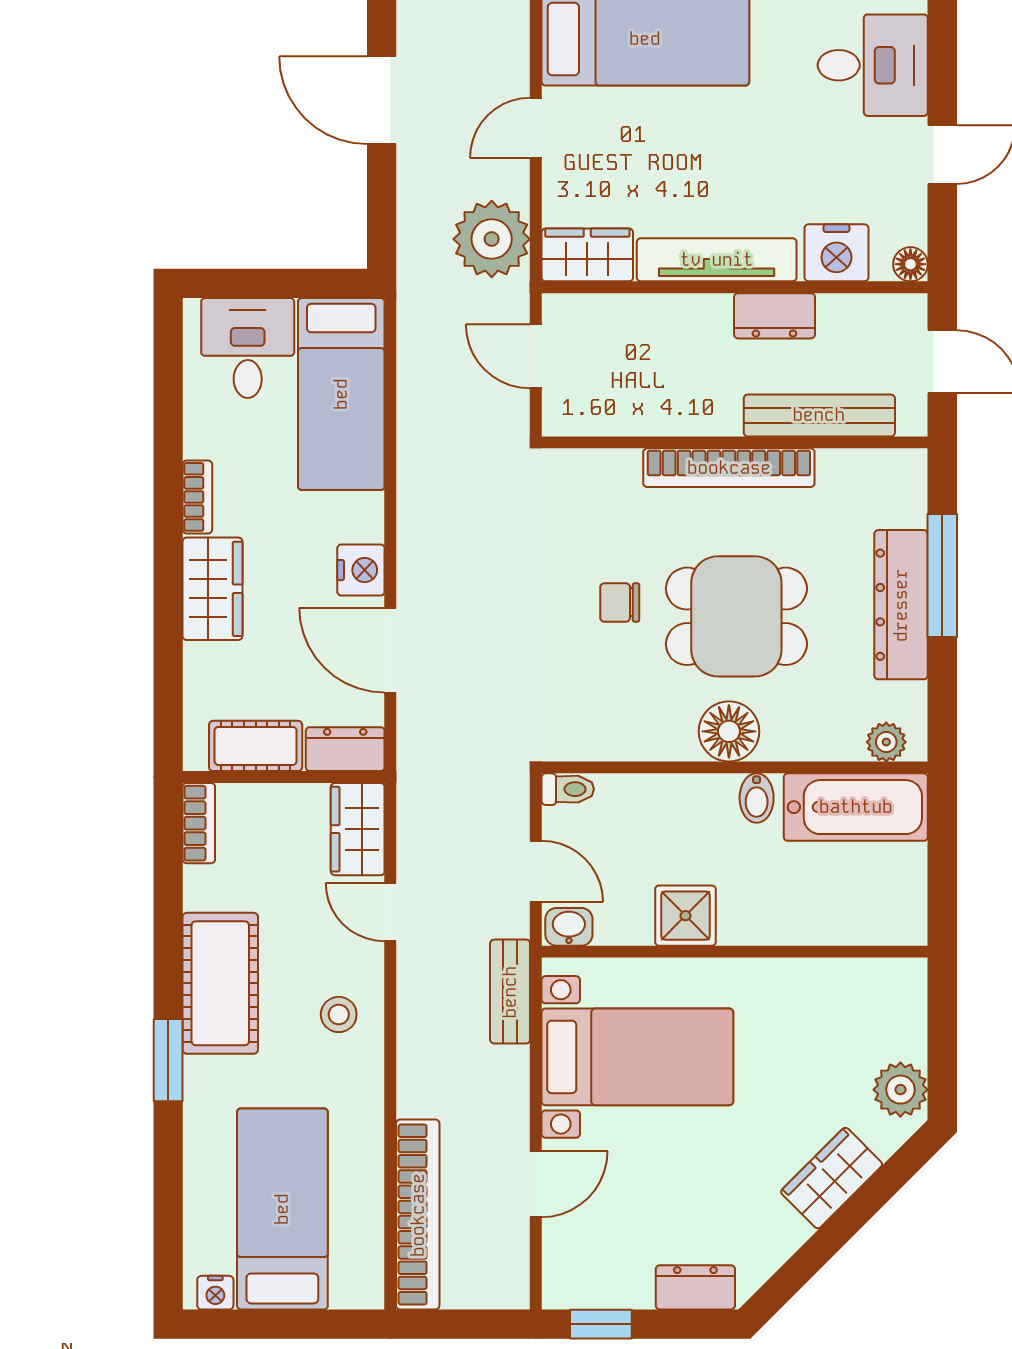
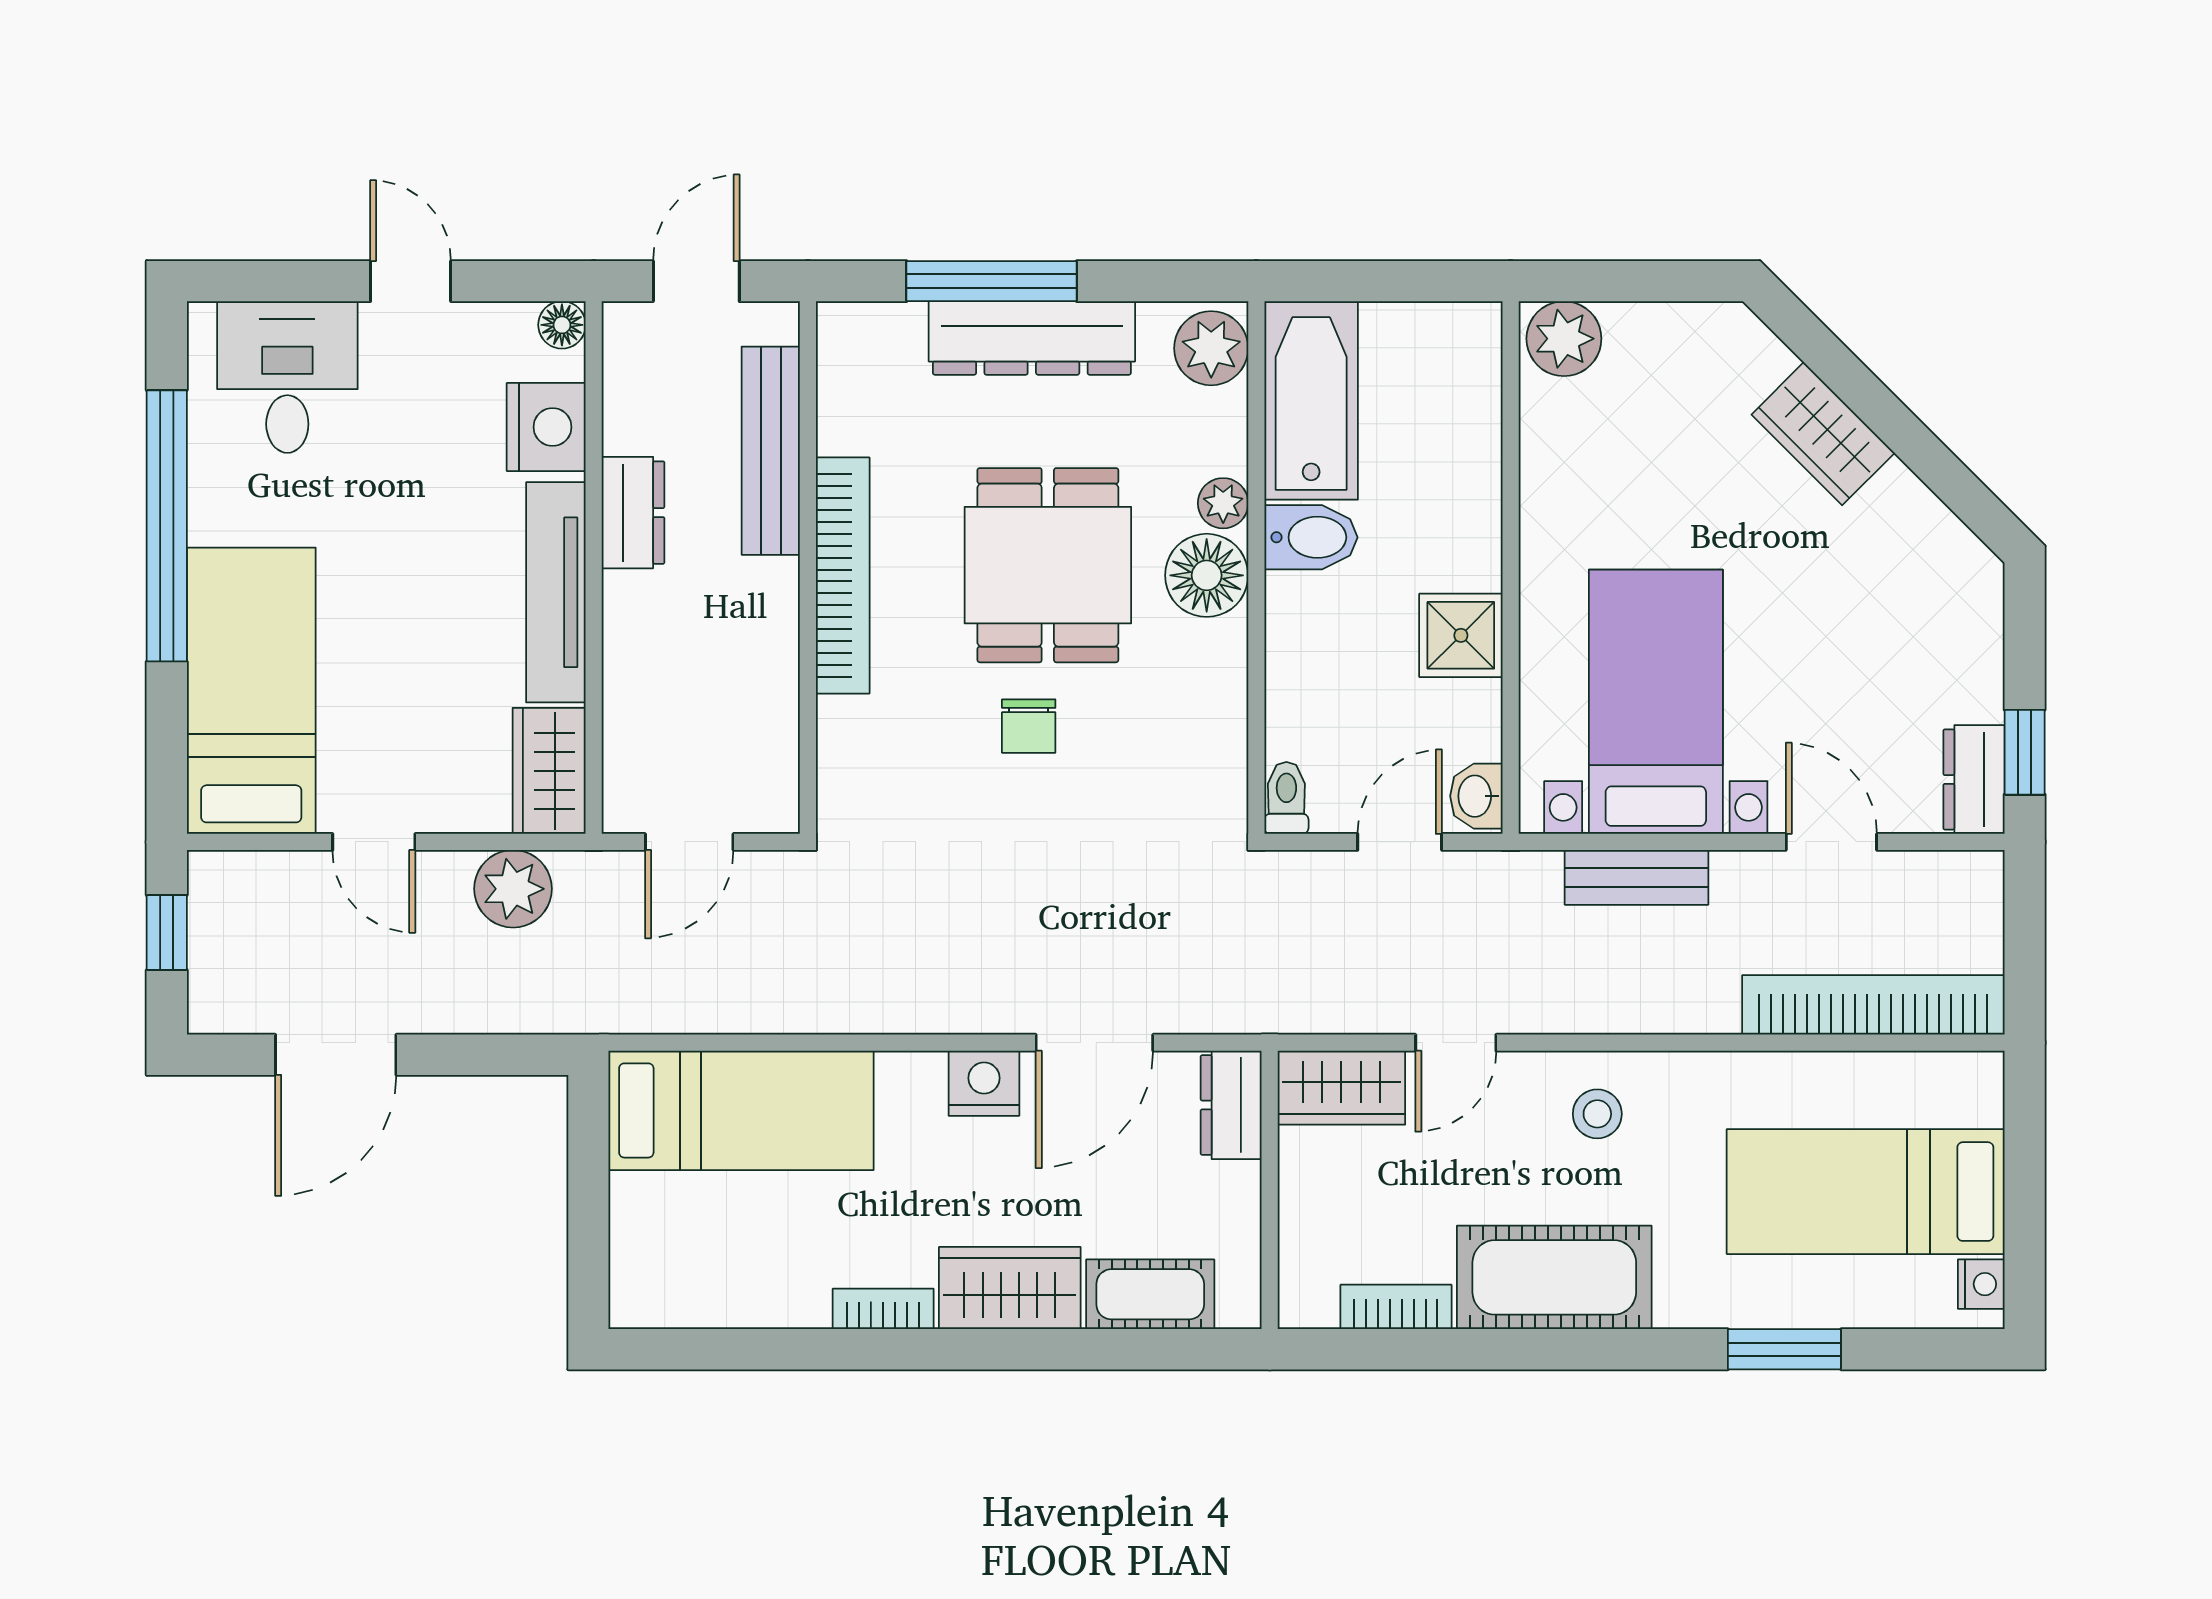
plant: (492, 239) -> (513, 889), width x0.73, depth x0.73
desk: (248, 348) -> (678, 1240), removed
plant: (886, 742) -> (1211, 348), width x1.38, depth x1.38
plant: (781, 743) -> (1223, 503), added
cot: (256, 746) -> (1150, 1294), moved, turned 90
bidet: (757, 798) -> (1311, 537), width x1.38, depth x1.36
bookcase: (199, 823) -> (1396, 1307), moved
bench: (510, 992) -> (1637, 877), moved
window: (168, 1060) -> (1784, 1349), moved
plant: (900, 1090) -> (1564, 339), moved
dresser: (695, 1287) -> (1974, 779), moved

